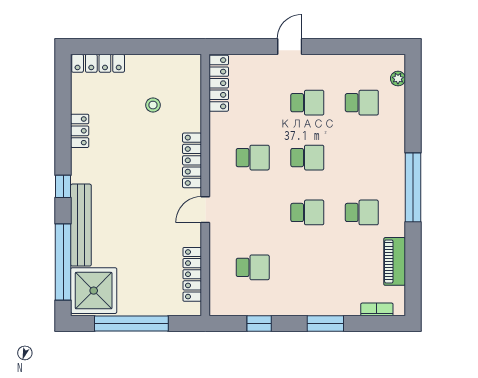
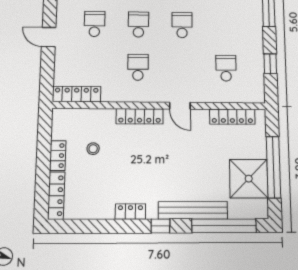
locker: (145, 63) -> (58, 156), added
locker: (80, 131) -> (130, 212), moved
shower: (94, 291) -> (249, 179), moved

